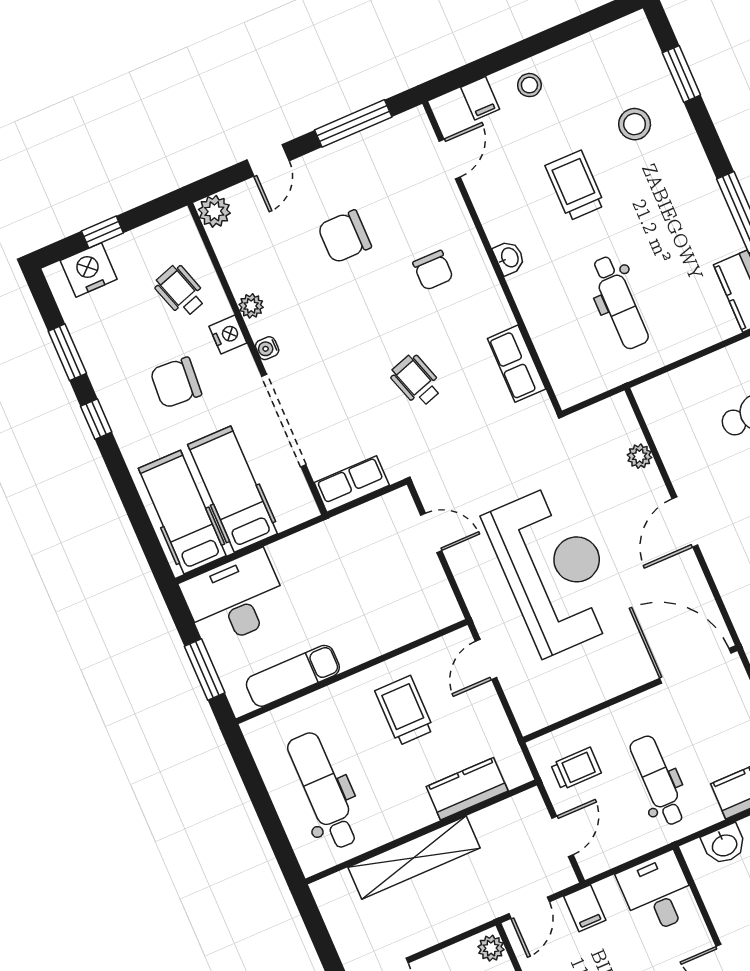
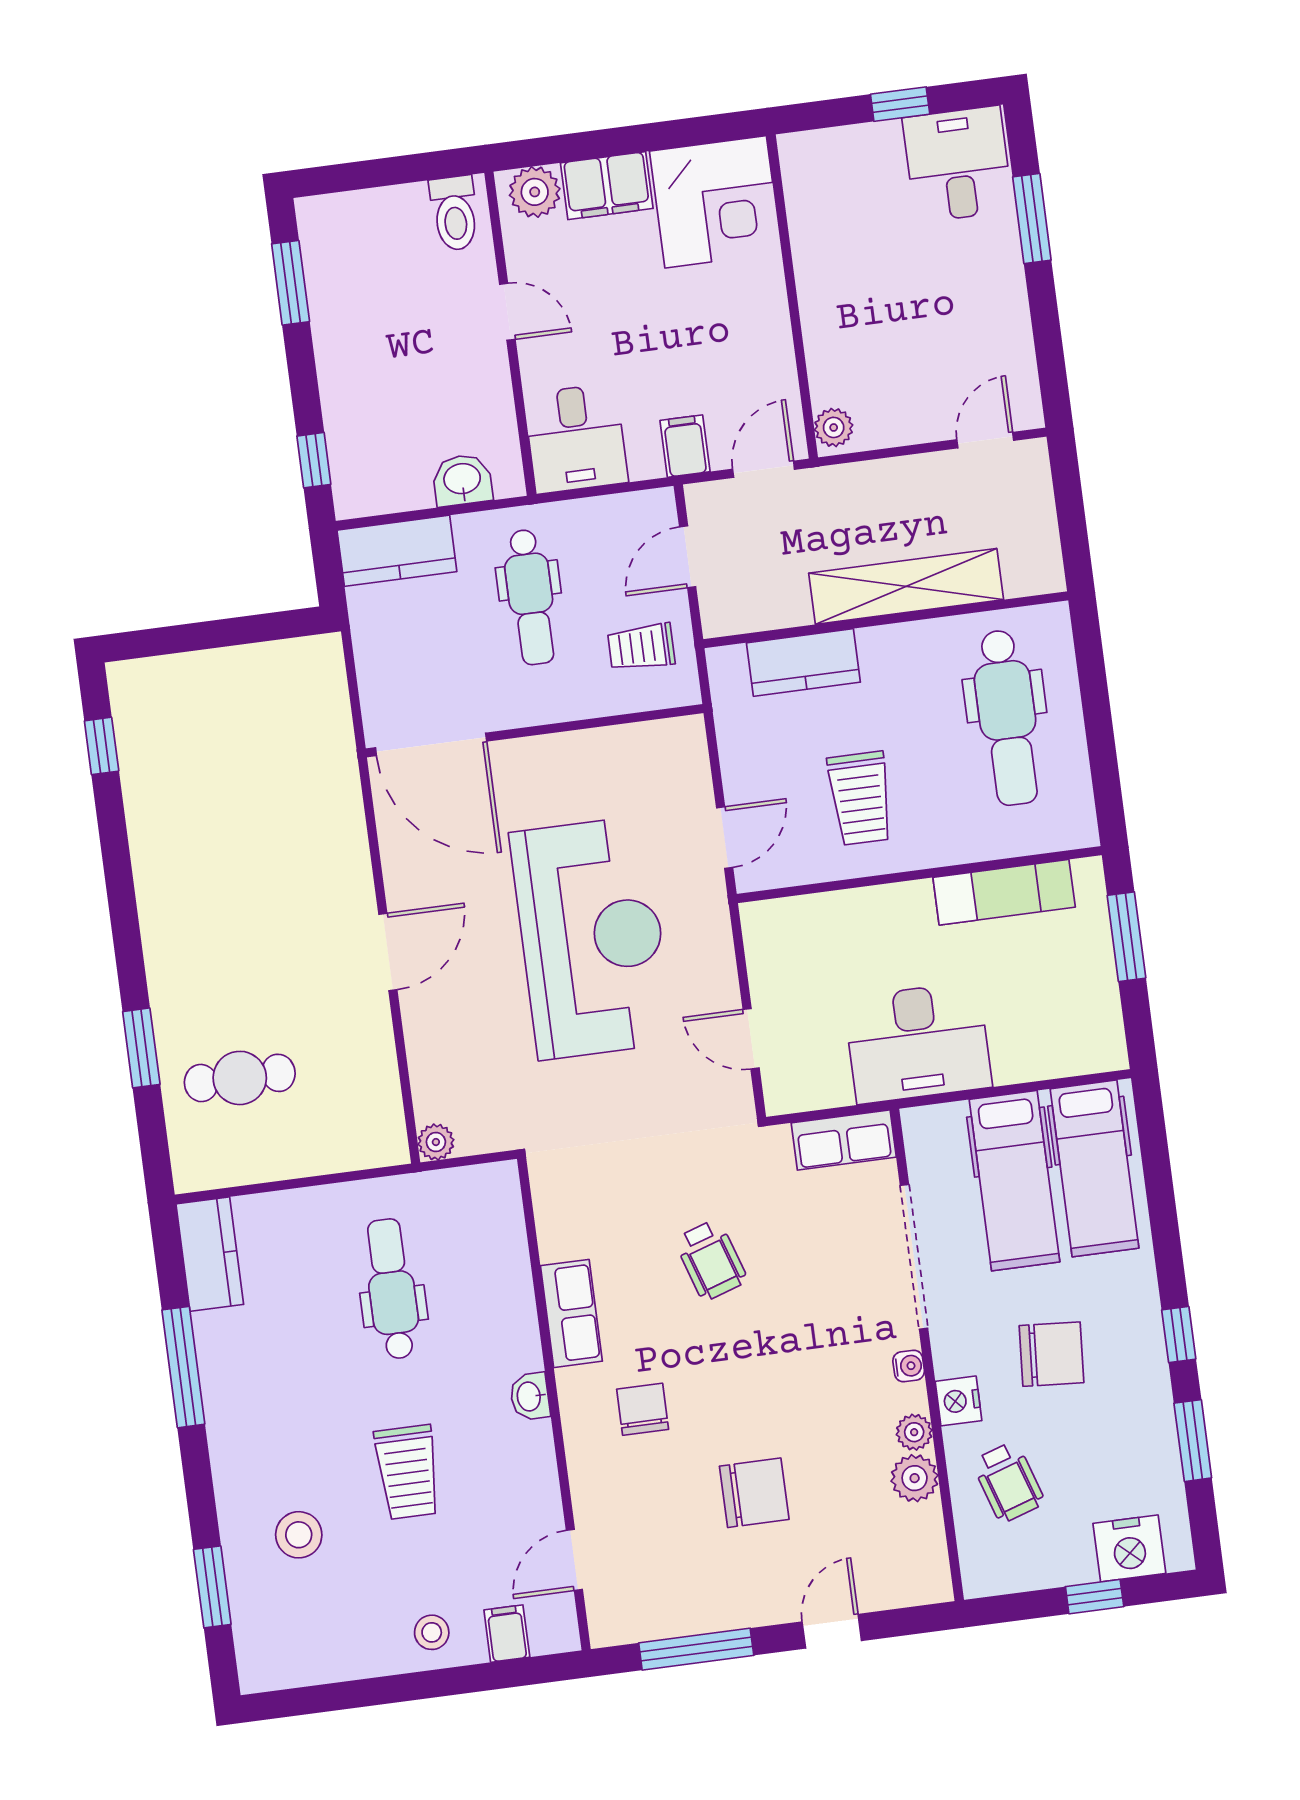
plant: (214, 211) -> (915, 1478), moved
row of seats: (517, 364) -> (571, 1313), moved
plant: (640, 456) -> (436, 1142), moved
reception desk: (554, 569) -> (592, 938), turned 180
desk: (235, 599) -> (918, 1043), moved

